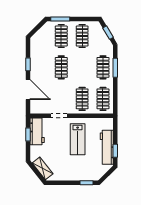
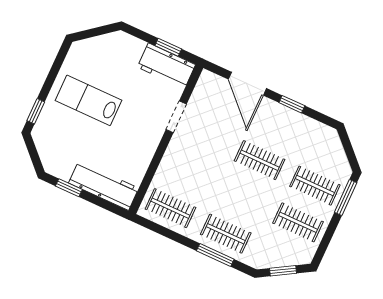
door: (28, 90) -> (247, 84), hinge flipped
clothes rail: (82, 99) -> (187, 171), removed
lab bench: (78, 139) -> (88, 100), moved
workbench: (107, 147) -> (104, 186), moved
shelving: (43, 168) -> (97, 46), removed

